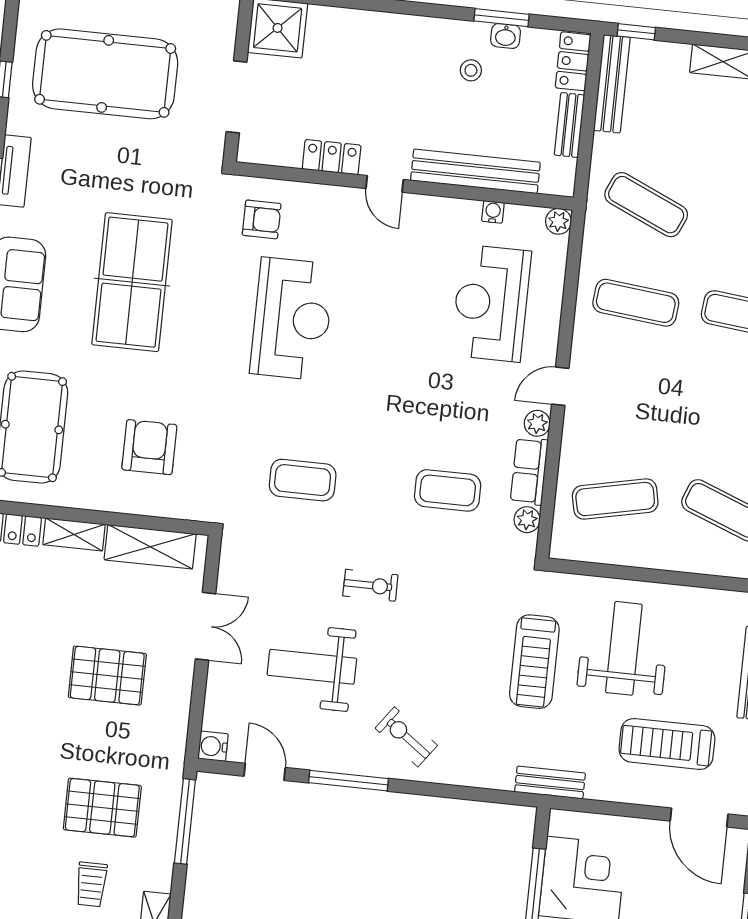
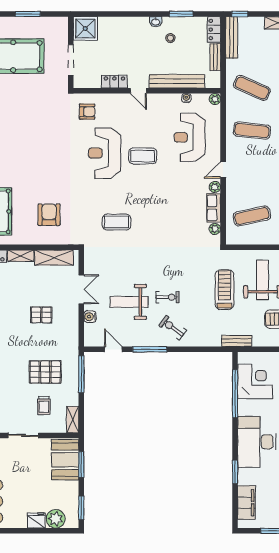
washbasin: (506, 36) -> (156, 22), moved
table tennis table: (132, 282) -> (34, 145), removed
reception desk: (292, 319) -> (105, 153), turned 180
coffee table: (448, 490) -> (143, 156), moved
exercise bike: (370, 585) -> (168, 297), moved
treadmill: (534, 662) -> (224, 290), turned 180
pallet: (107, 676) -> (41, 315), width x0.67, depth x0.71
water cooler: (213, 746) -> (90, 317), moved

